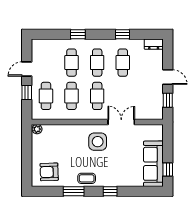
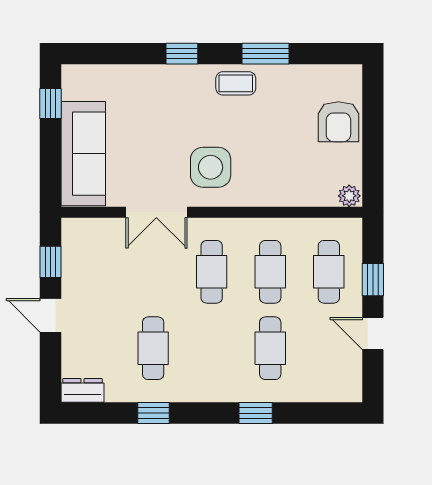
cafe table: (97, 63) -> (212, 348), removed
door: (27, 69) -> (373, 334), swing flipped
sofa: (153, 164) -> (83, 154), moved
armchair: (49, 172) -> (338, 122), moved, turned 92

